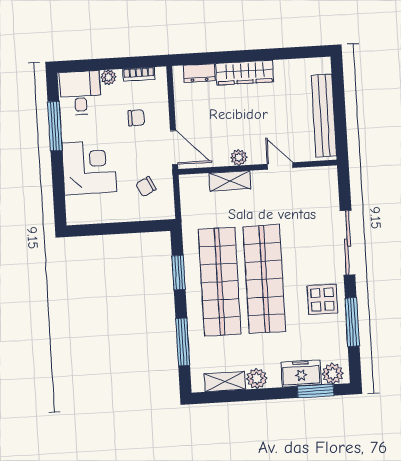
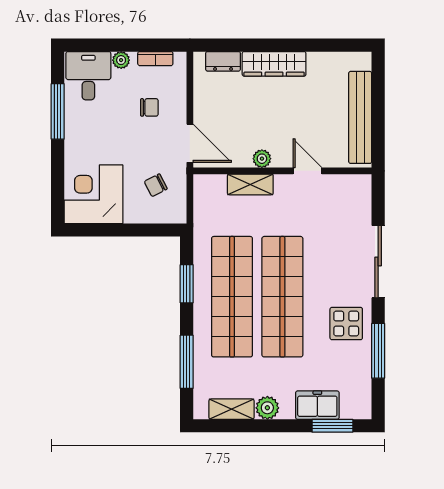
corner desk: (89, 168) -> (93, 194), moved, turned -90
plant: (333, 374) -> (353, 407), removed

